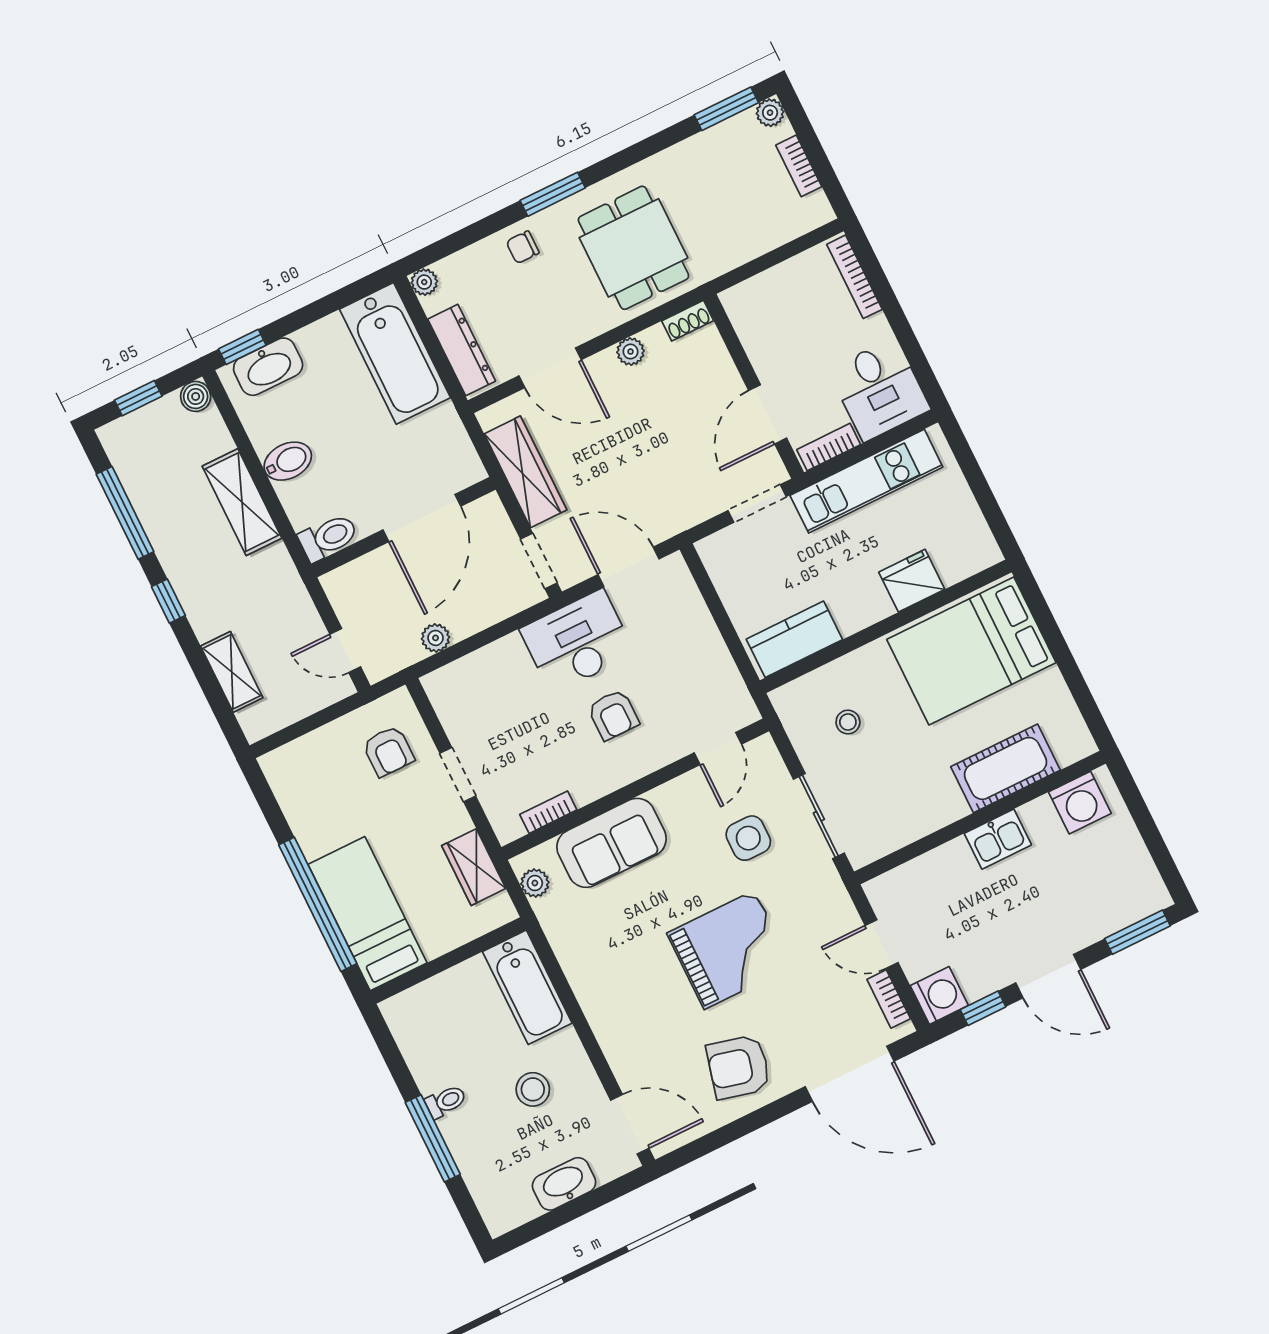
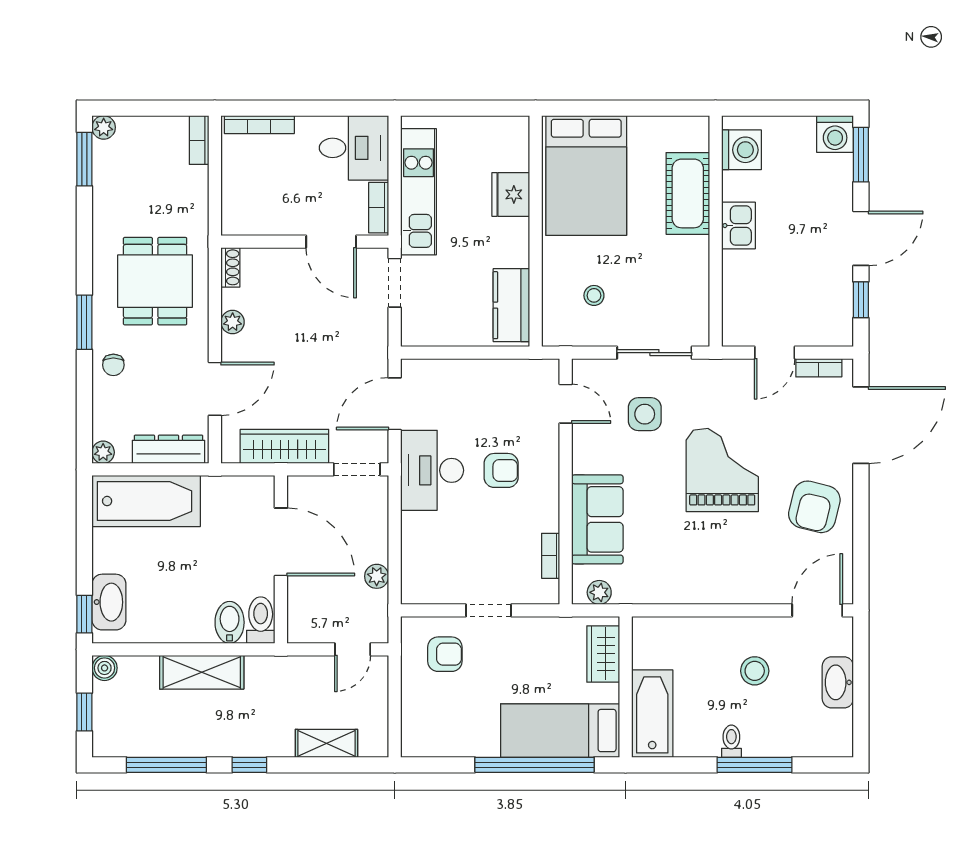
bookcase: (799, 166) -> (199, 140), moved, turned 90
dining table: (633, 248) -> (155, 281), turned 90
bidet: (288, 461) -> (230, 622), moved
wardrobe: (474, 867) -> (603, 654), moved, turned 90
bathtub: (527, 987) -> (652, 714), moved, turned -90
washing machine: (939, 996) -> (835, 134), moved, turned 180

